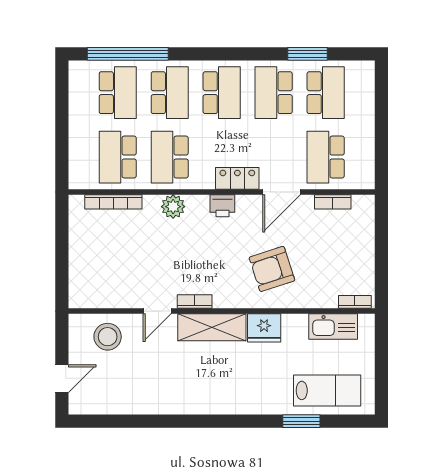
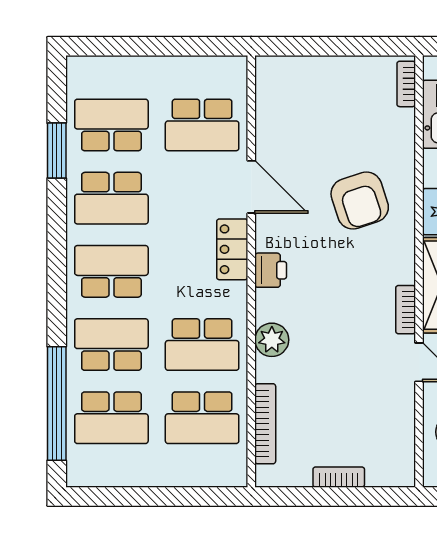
school desk: (118, 93) -> (111, 418), turned 180
bookcase: (333, 202) -> (339, 477), moved, turned -90

